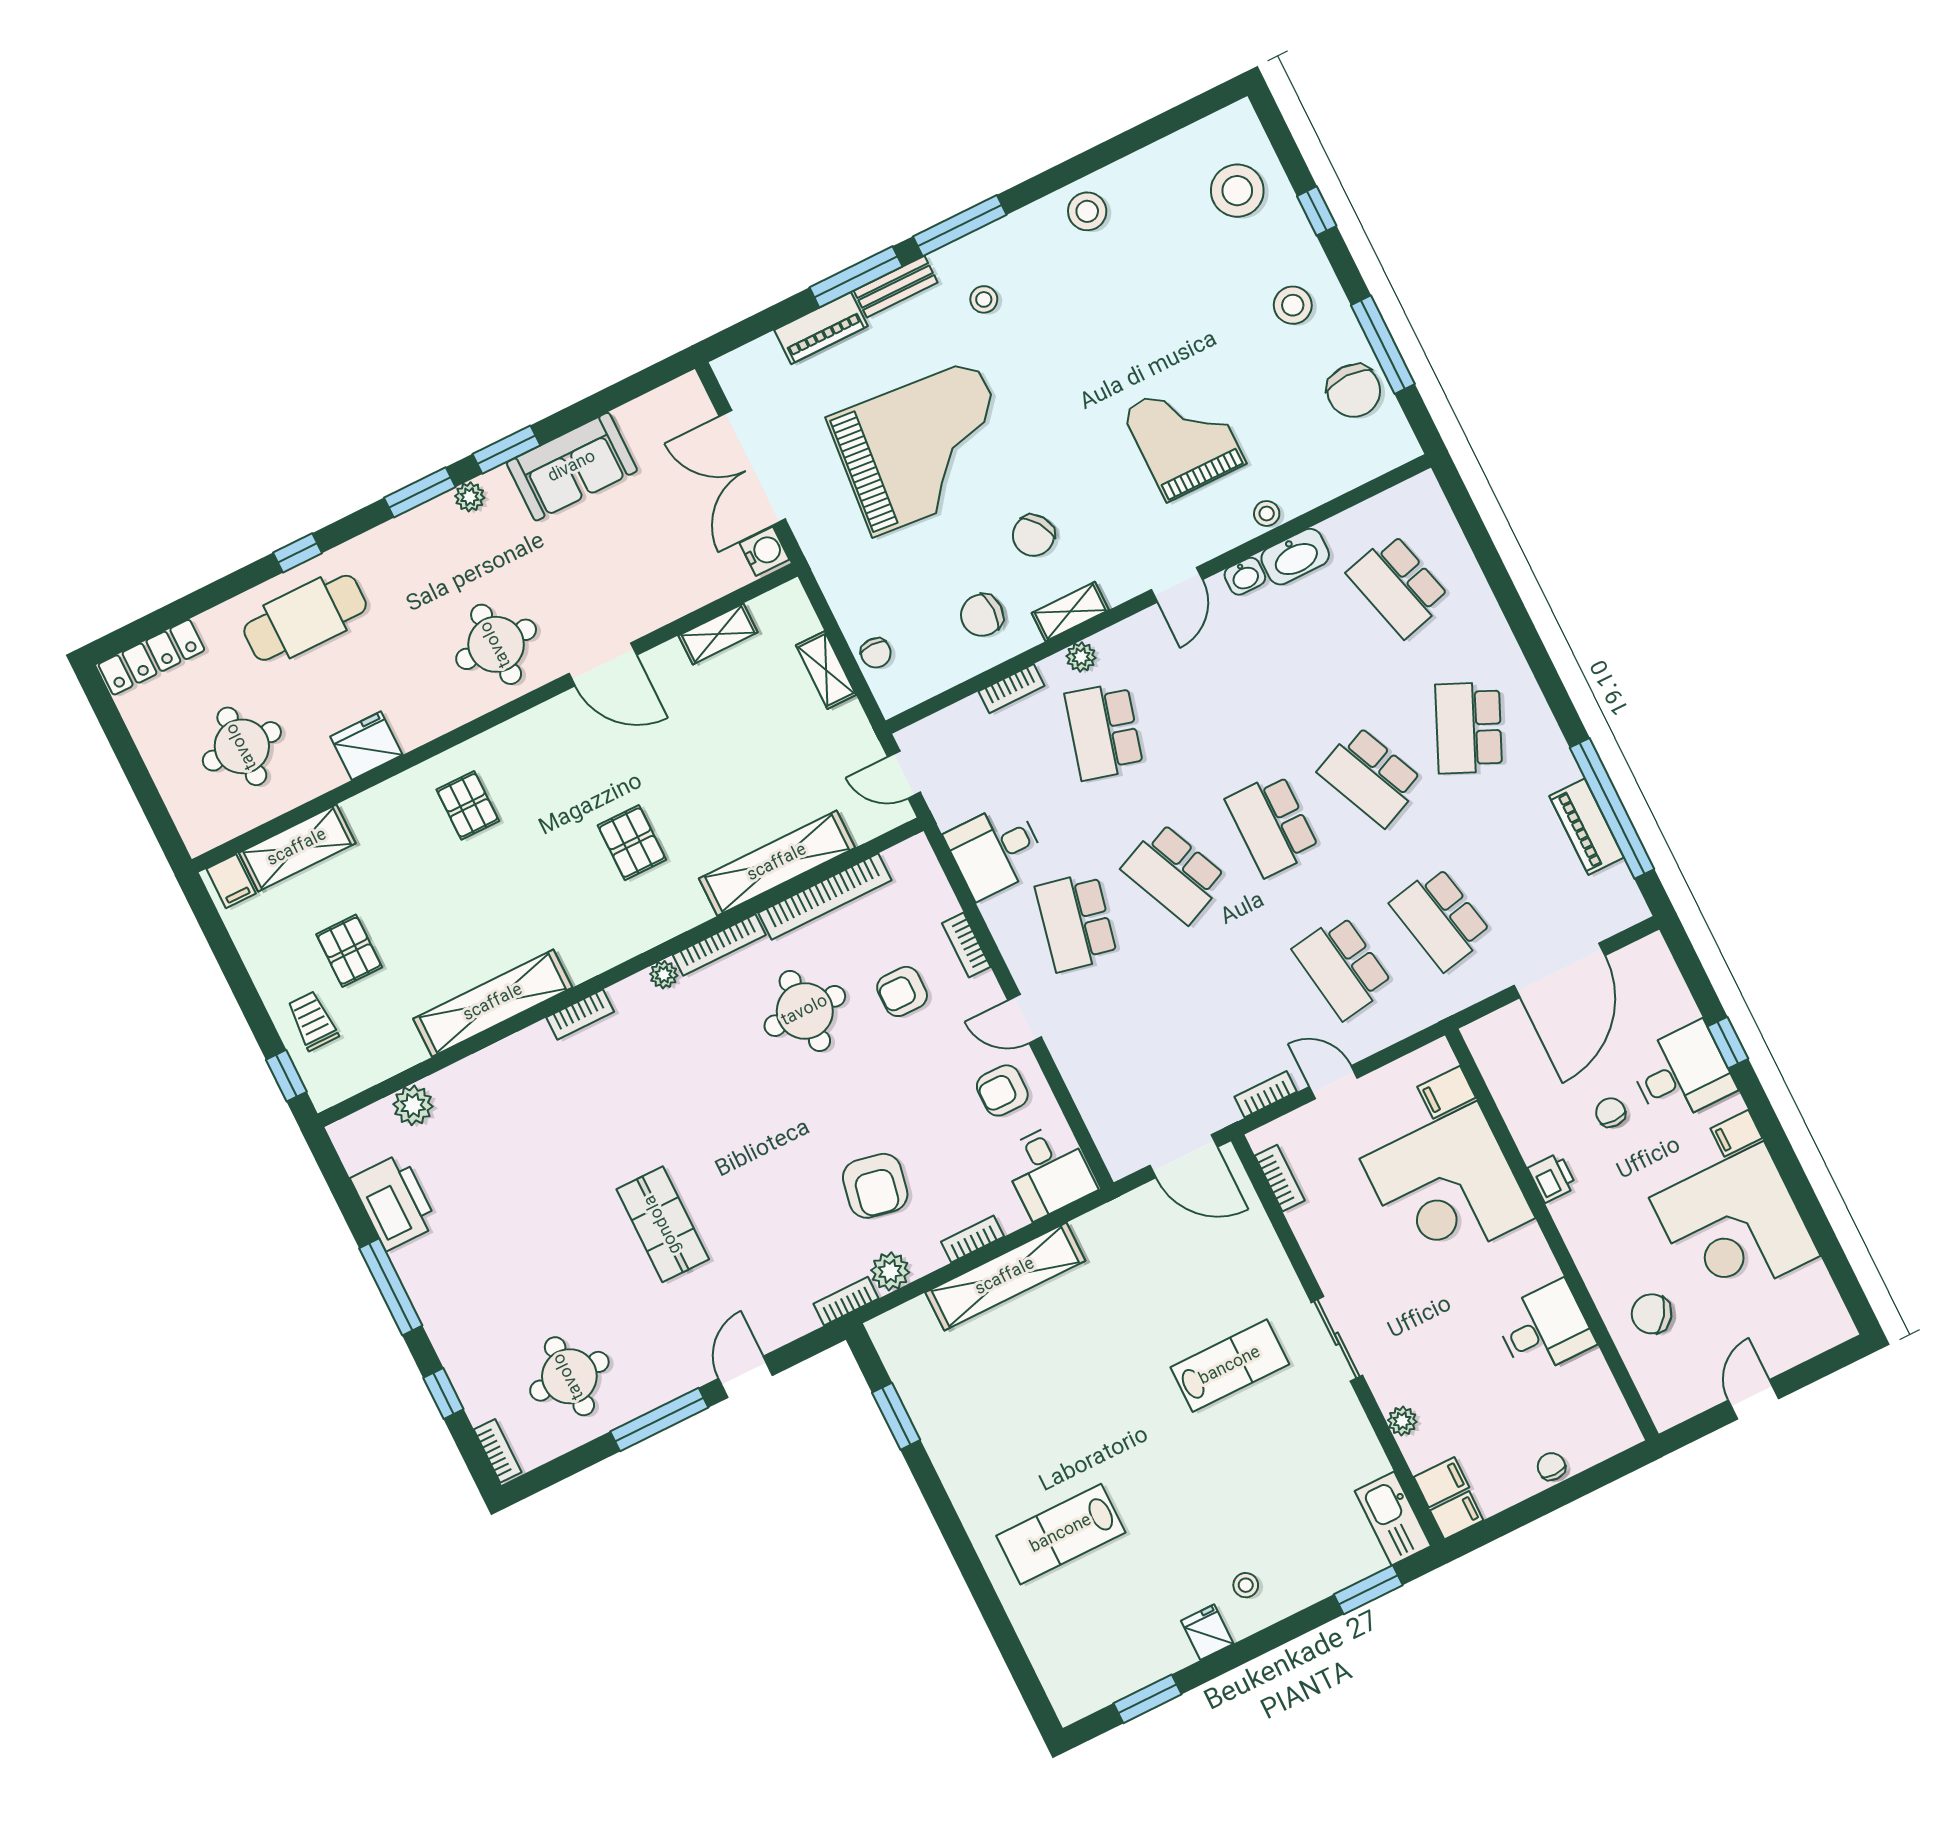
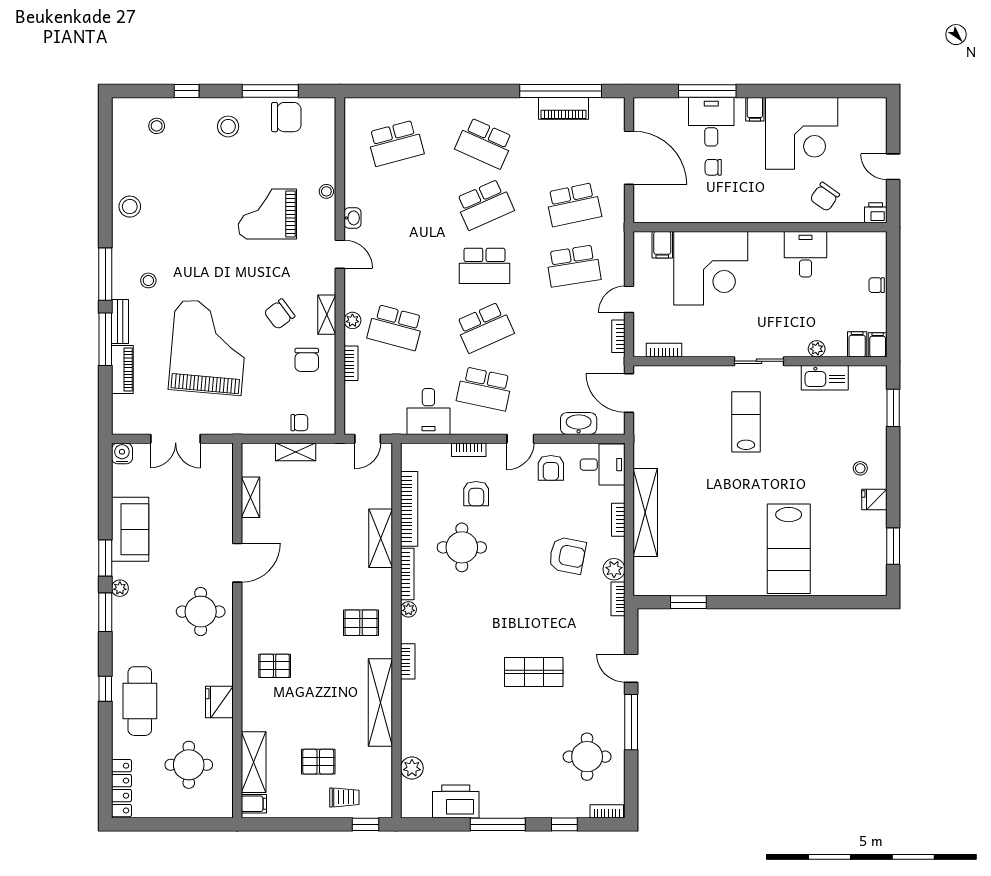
stool: (1237, 191) -> (157, 126), width x0.53, depth x0.53
double door: (752, 468) -> (176, 439), width x0.73
chair: (1033, 535) -> (279, 314), turned 87
water cooler: (764, 551) -> (122, 453), moved
washbasin: (1295, 557) -> (579, 424), moved, turned -90
pallet: (632, 843) -> (361, 623), moved
shelving: (777, 863) -> (381, 538), width x0.68
trolley: (313, 1021) -> (344, 797), turned 180
window: (1728, 1043) -> (707, 91), width x2.17
door: (1184, 1156) -> (629, 393), swing flipped
printer: (1552, 1178) -> (876, 213), moved
kitchen sink: (1393, 1519) -> (825, 378), moved
lab bench: (1061, 1534) -> (789, 549), width x1.36, depth x1.39

